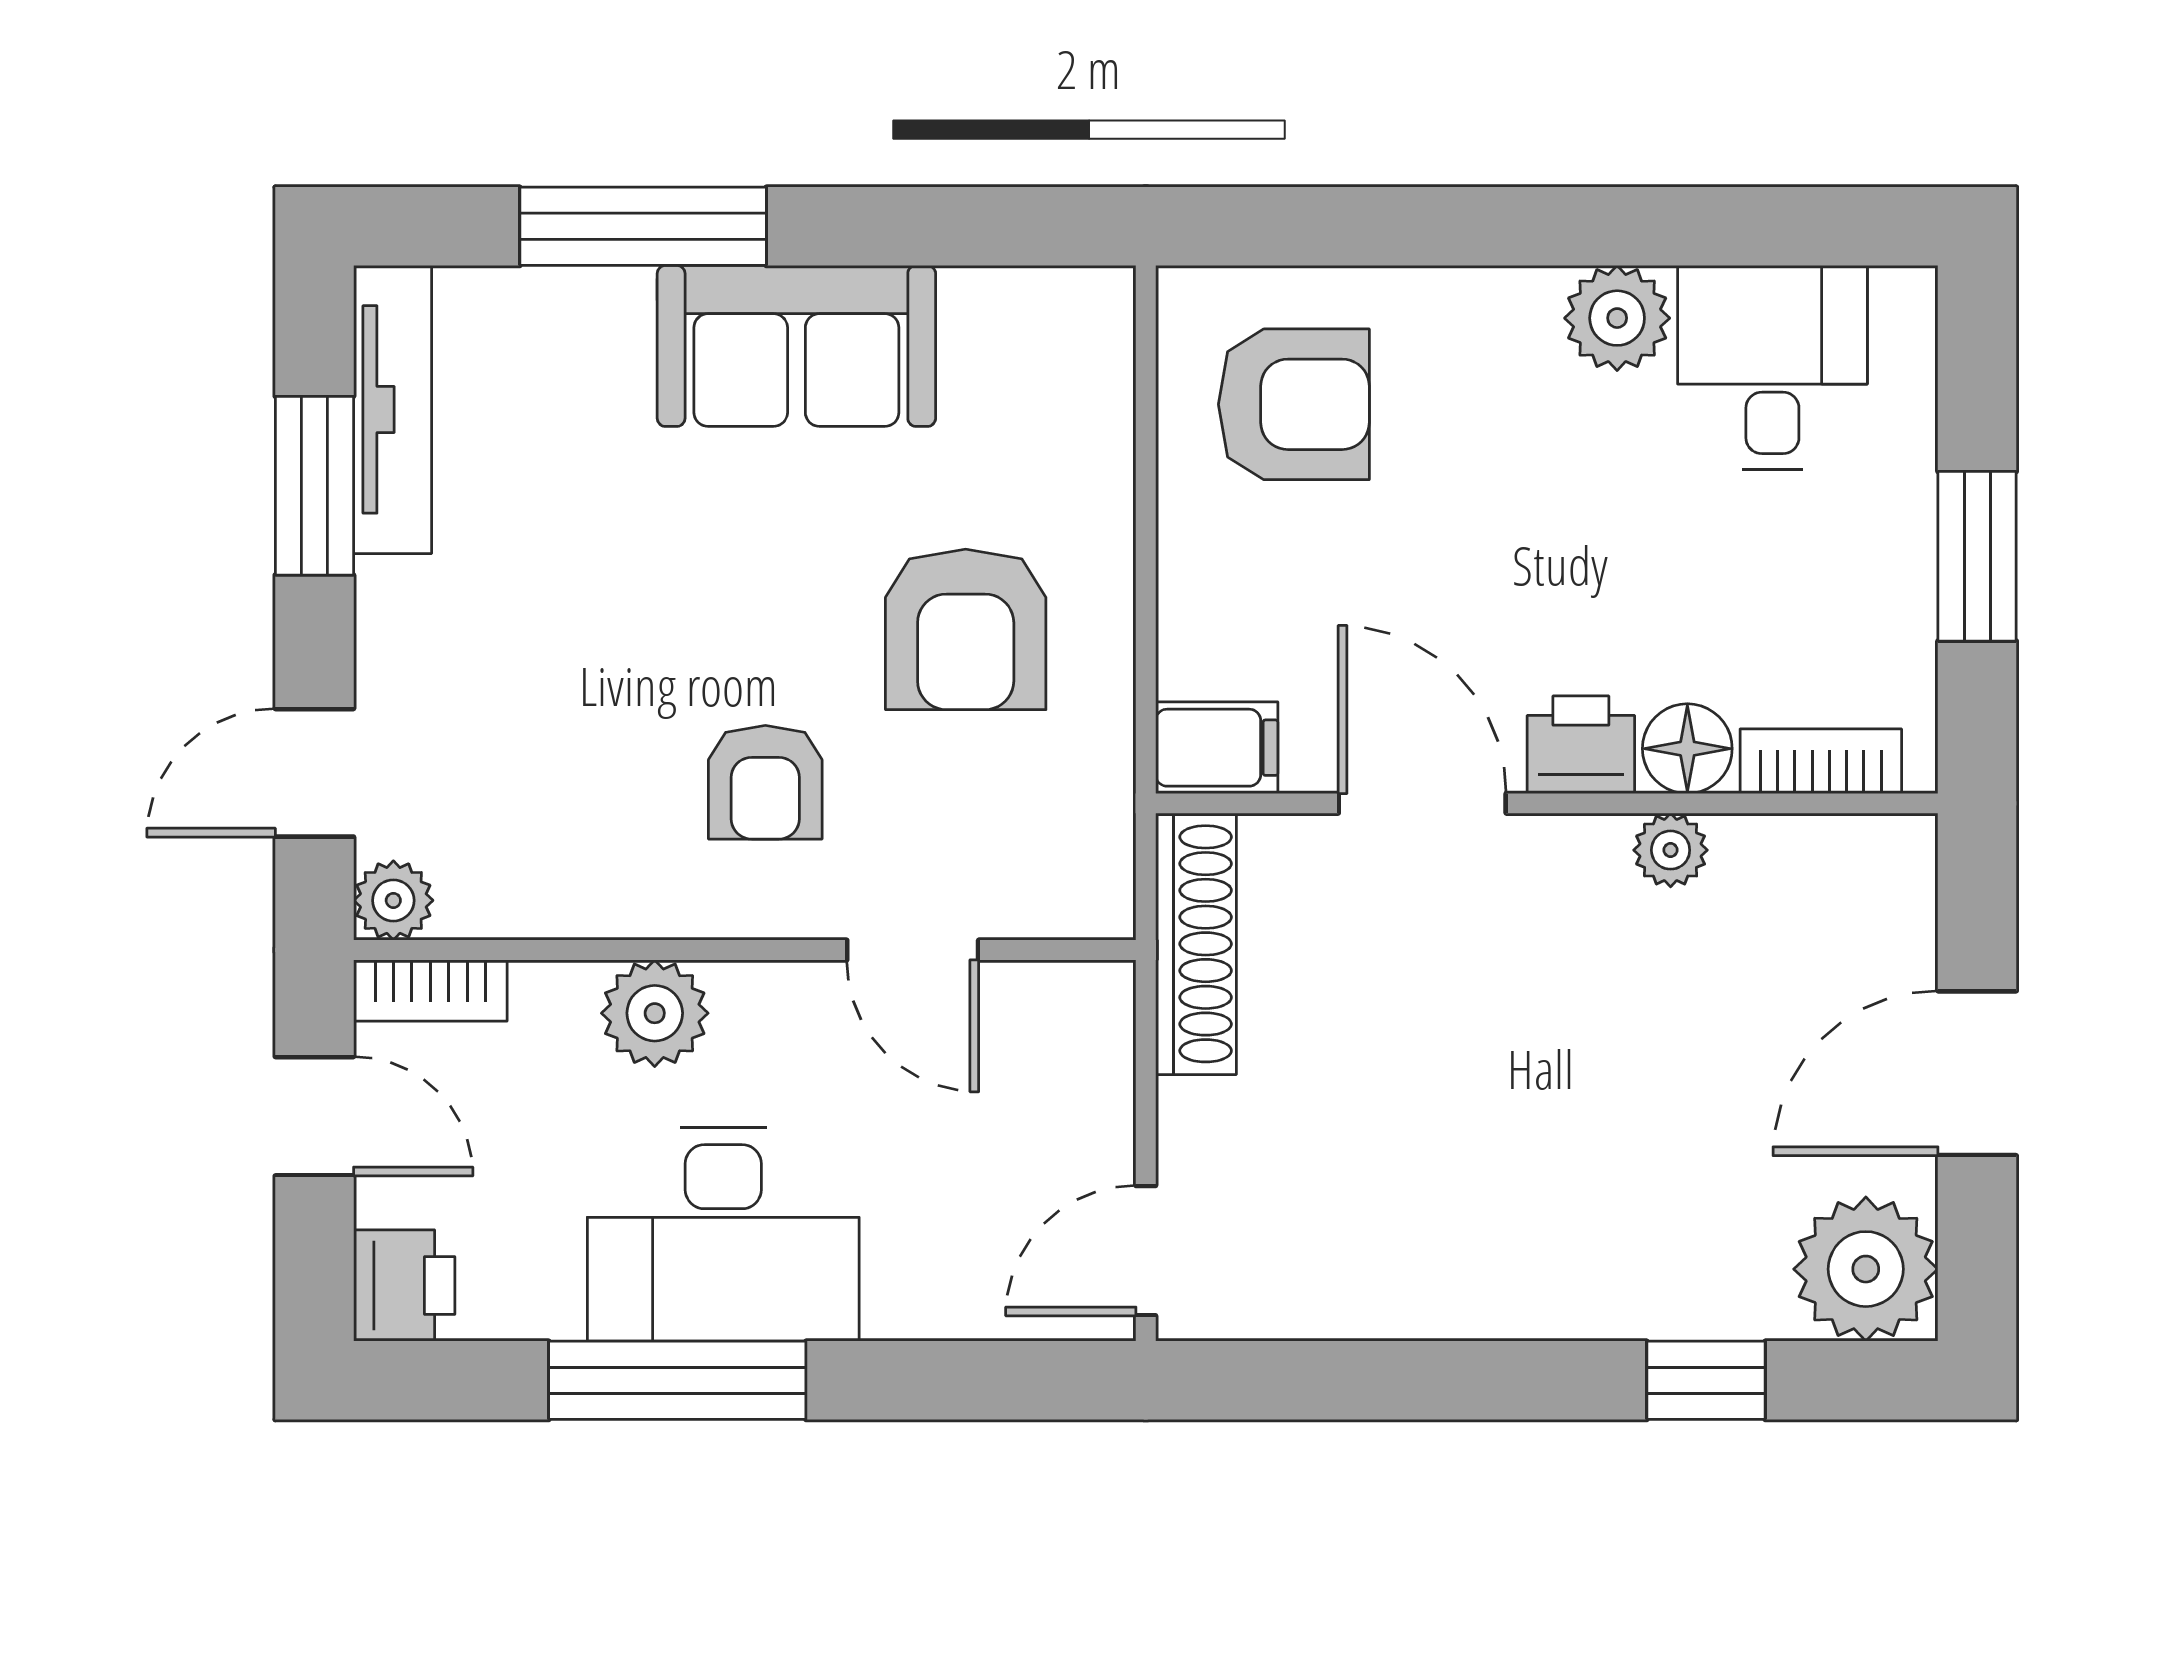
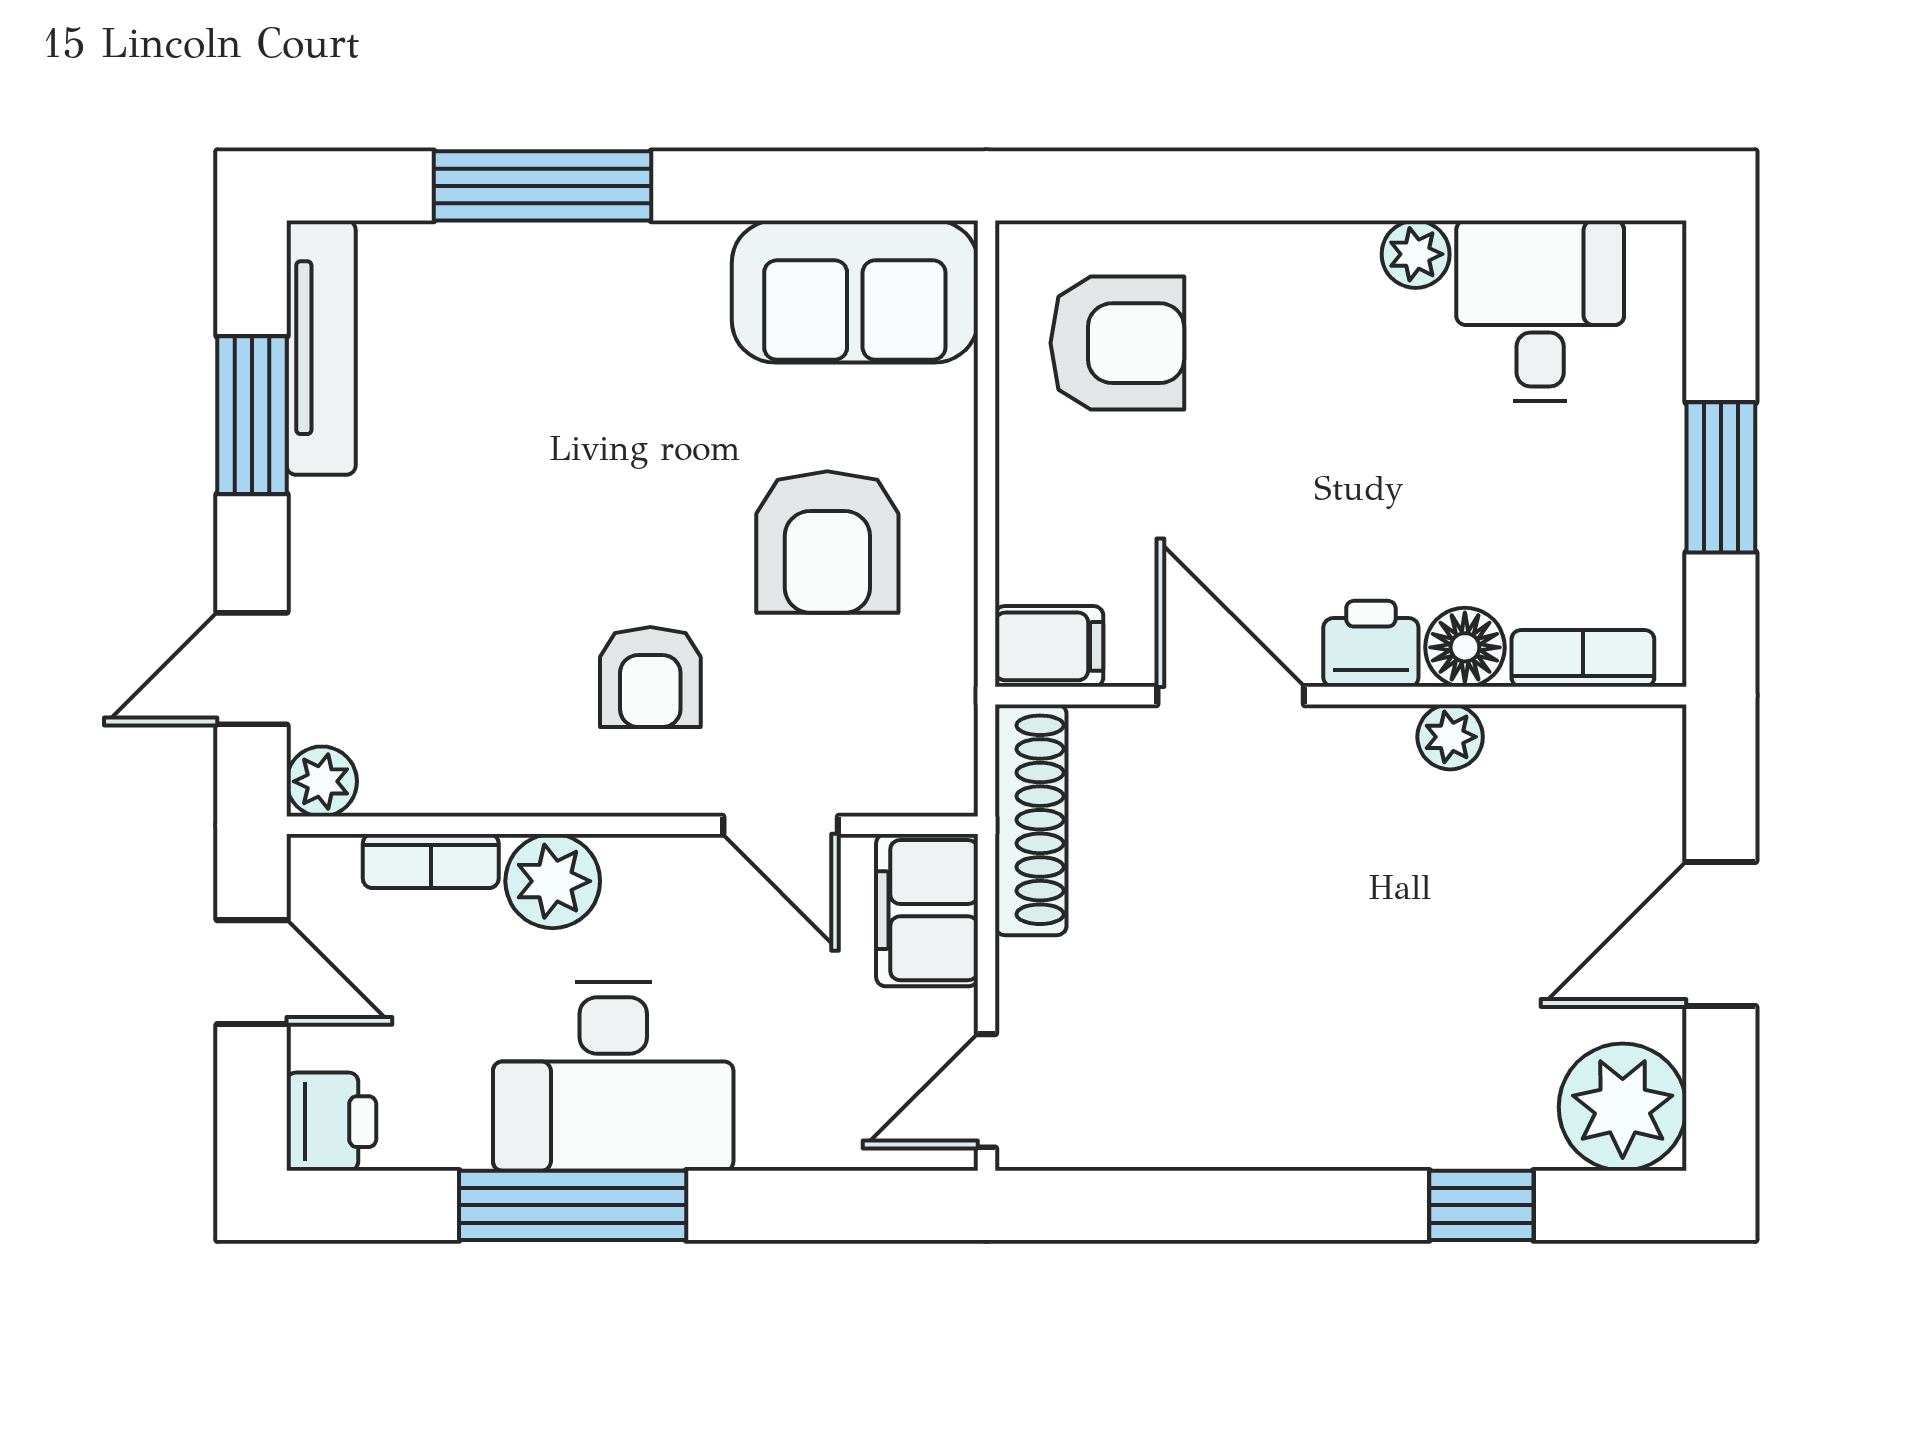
plant: (1617, 318) -> (1416, 254), width x0.73, depth x0.73
sofa: (796, 346) -> (855, 292), moved
bookcase: (430, 991) -> (431, 861), moved
filing cabinet: (1078, 1046) -> (927, 910), added

